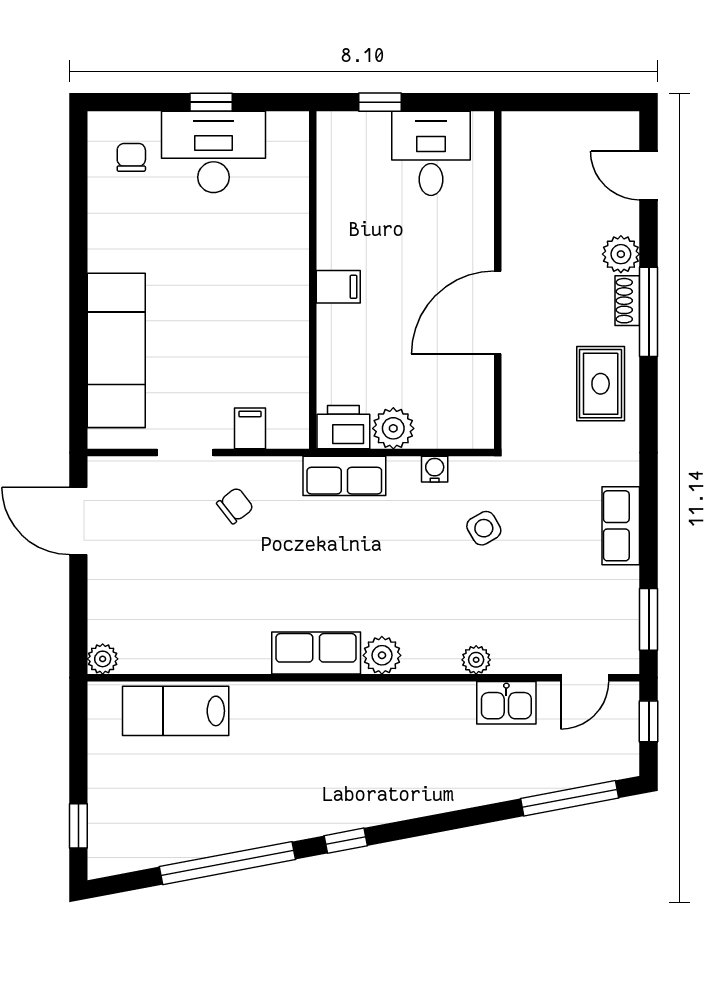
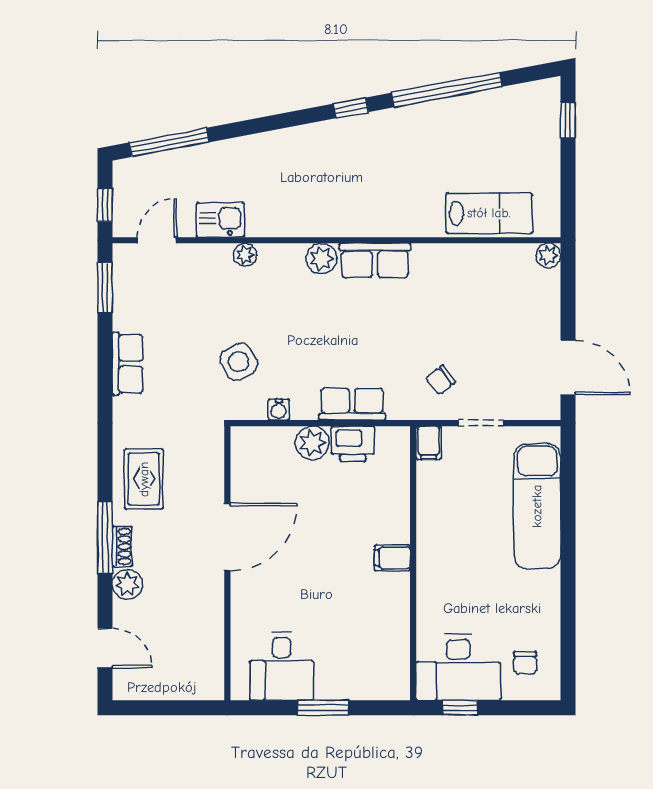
window: (380, 102) -> (323, 708), width x1.50
wall: (313, 280) -> (413, 563), moved
filing cabinet: (338, 287) -> (392, 558), moved
side table: (484, 528) -> (239, 362), width x1.37, depth x1.37

